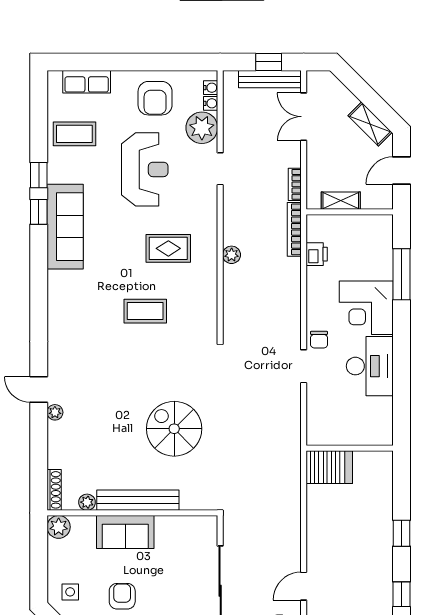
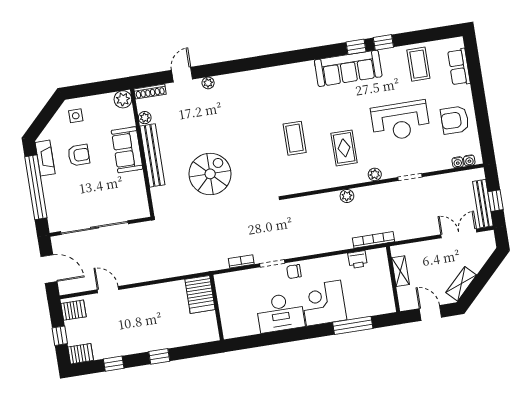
plant: (202, 128) -> (375, 174), moved, width x0.53, depth x0.53
bookcase: (295, 184) -> (241, 261), moved
door: (39, 389) -> (182, 75), moved

